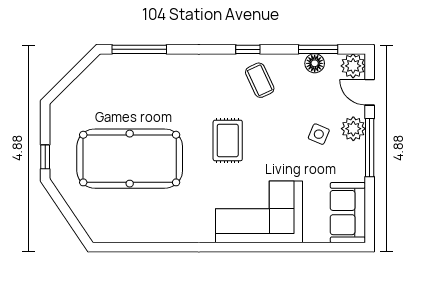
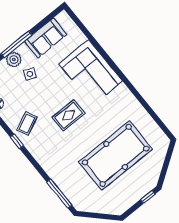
pool table: (130, 159) -> (116, 155), turned 90
sofa: (348, 213) -> (46, 38), moved

